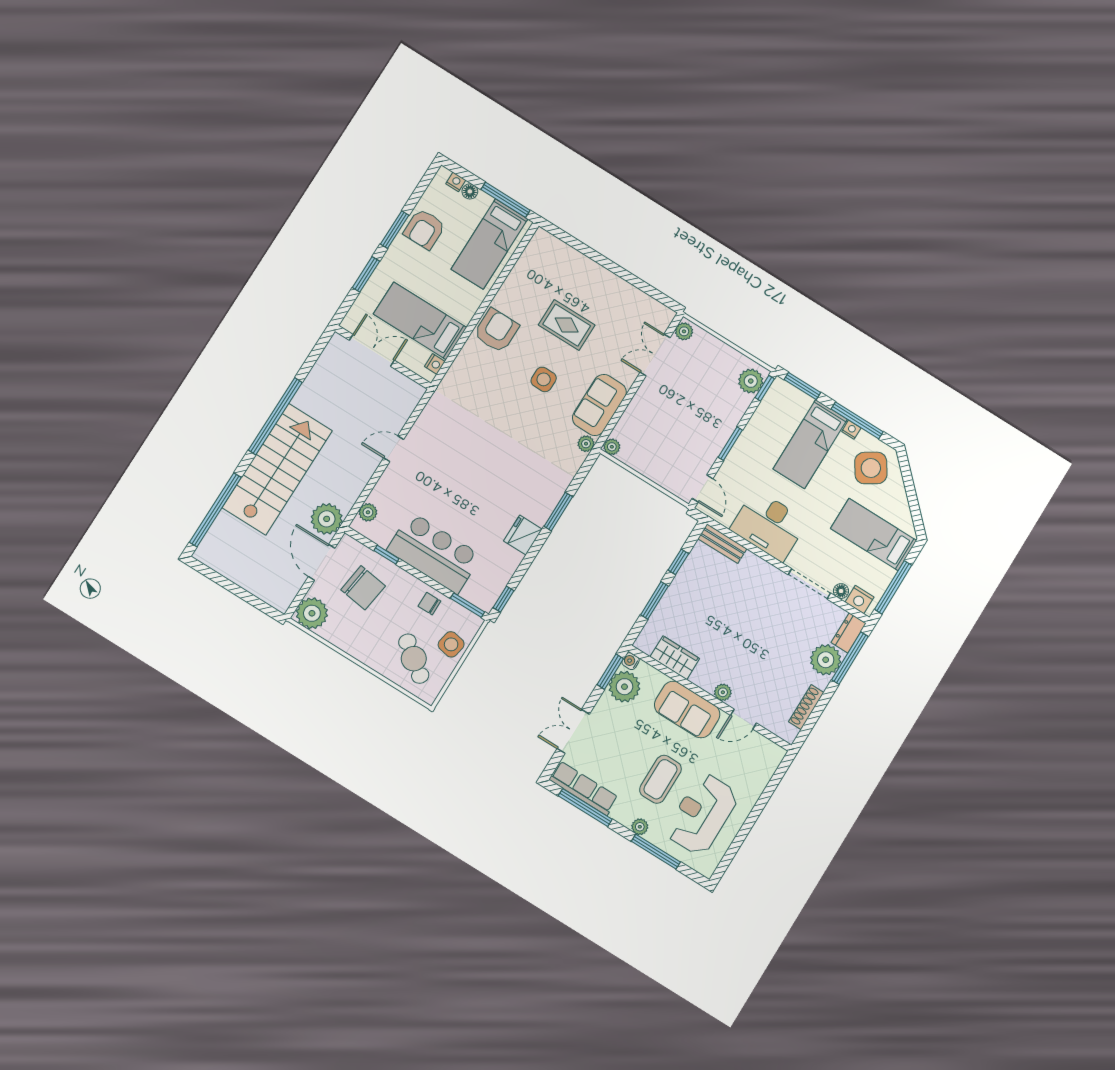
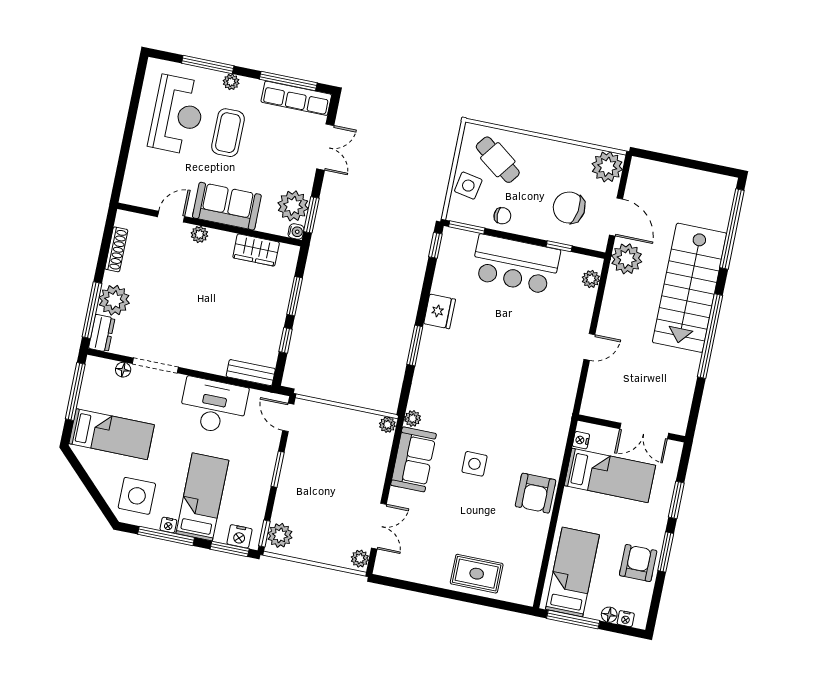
rug: (567, 325) -> (477, 574), moved
side table: (871, 468) -> (137, 496), turned 33
nightstand: (859, 600) -> (239, 536), moved, turned 180

